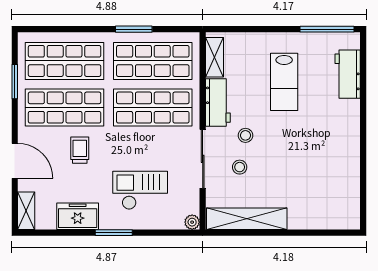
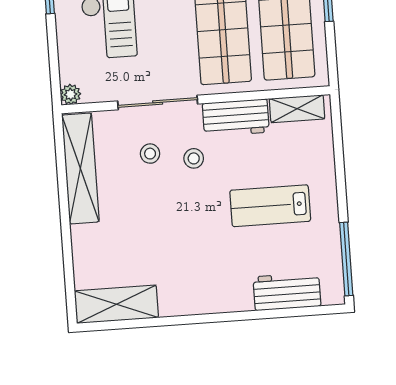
shelving: (348, 200) -> (116, 304), added

